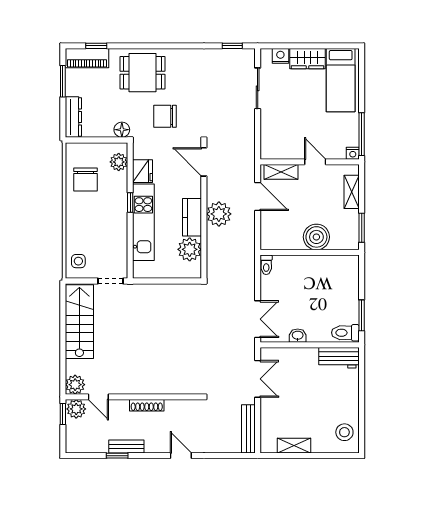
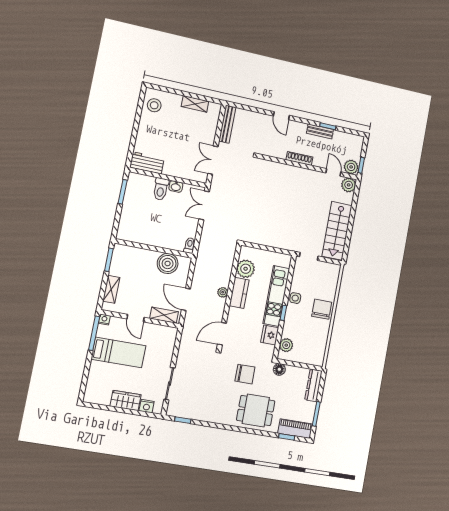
bed: (341, 80) -> (119, 352), moved, turned 90
door: (204, 162) -> (222, 334), swing flipped
chair: (86, 179) -> (322, 309), moved
plant: (219, 214) -> (223, 292), width x0.53, depth x0.53
boiler: (316, 237) -> (168, 263), moved
side table: (78, 261) -> (295, 298), moved
toilet: (345, 333) -> (161, 189), moved, turned 90

